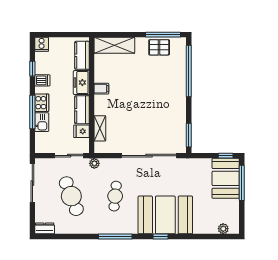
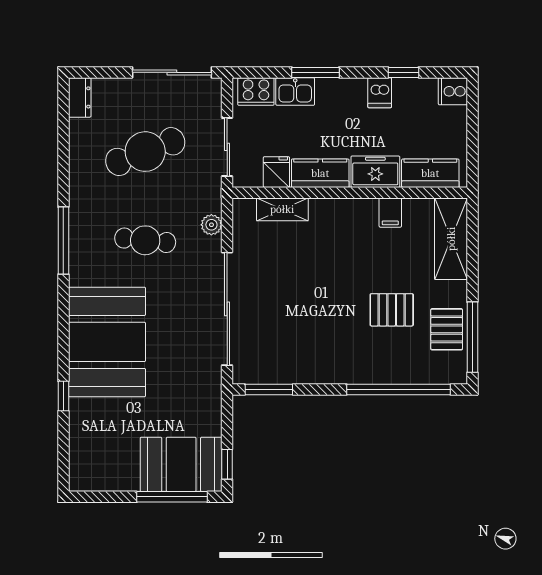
pallet: (149, 74) -> (392, 310), added
filing cabinet: (101, 89) -> (390, 213), moved
cooker: (42, 103) -> (256, 92), moved
window: (32, 112) -> (315, 72), width x0.69
plant: (94, 163) -> (211, 225), moved
plant: (223, 229) -> (79, 459), removed
window: (161, 236) -> (63, 396), moved

